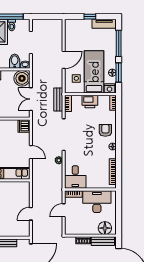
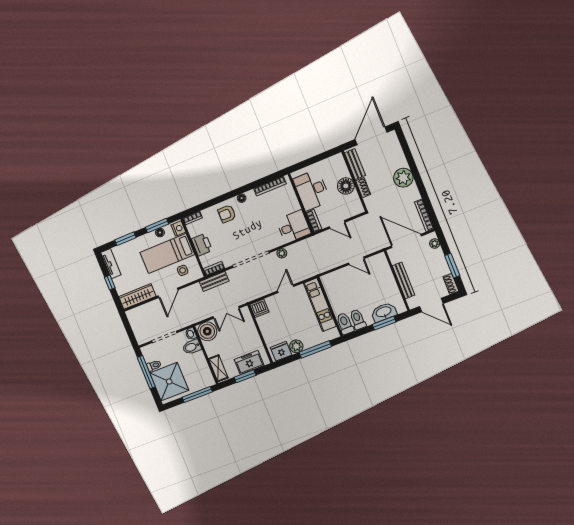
wardrobe: (70, 34) -> (137, 296), added
window: (119, 43) -> (125, 239), width x0.69
door: (64, 60) -> (168, 293), swing flipped
floor lamp: (105, 228) -> (346, 186), moved

